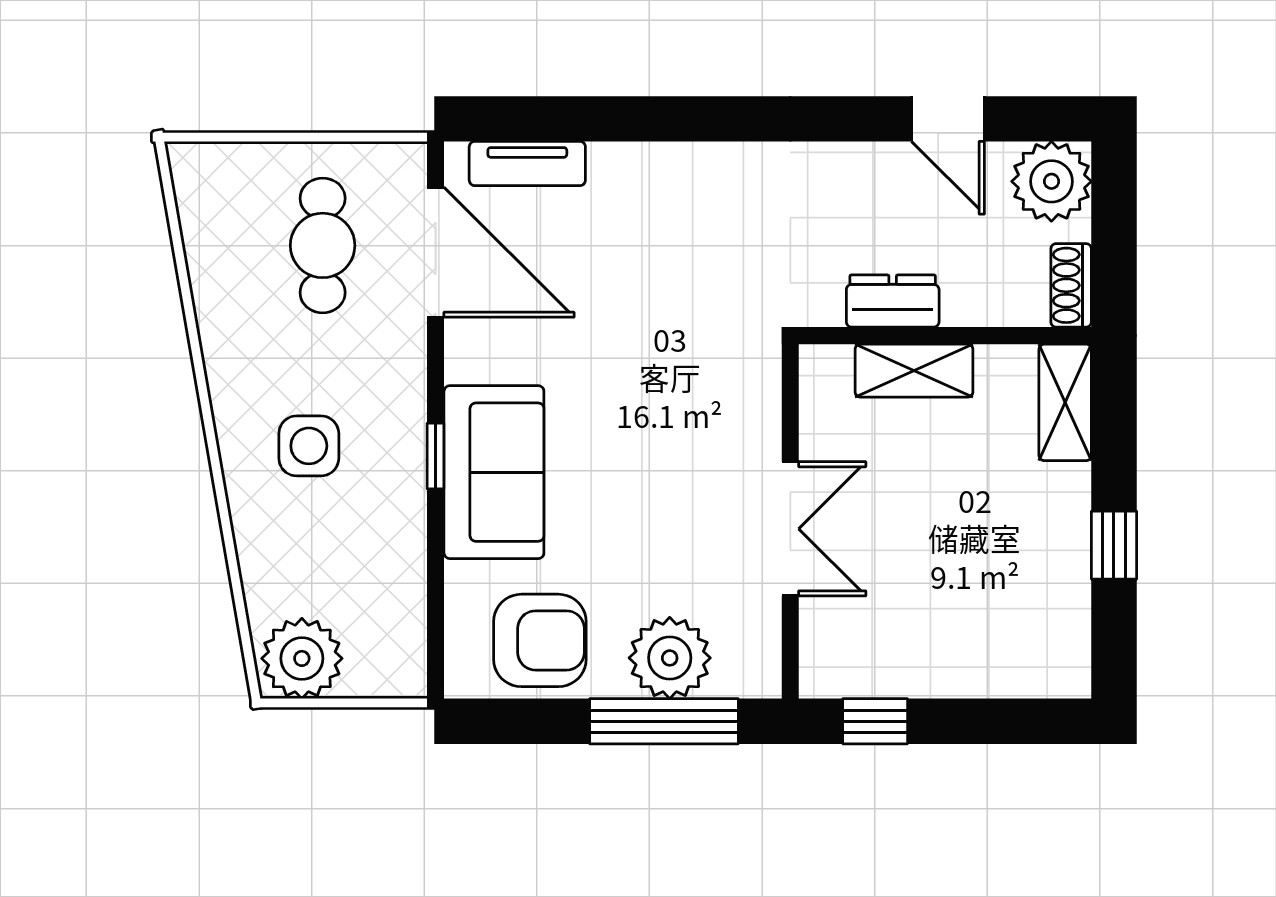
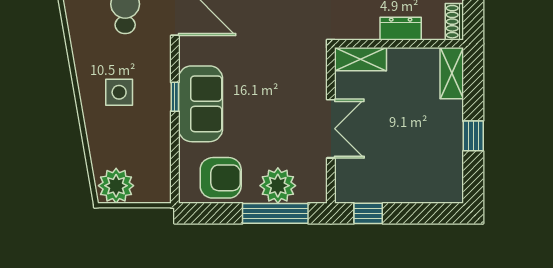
dresser: (893, 301) -> (401, 29), moved
shelving: (914, 371) -> (360, 59), moved

